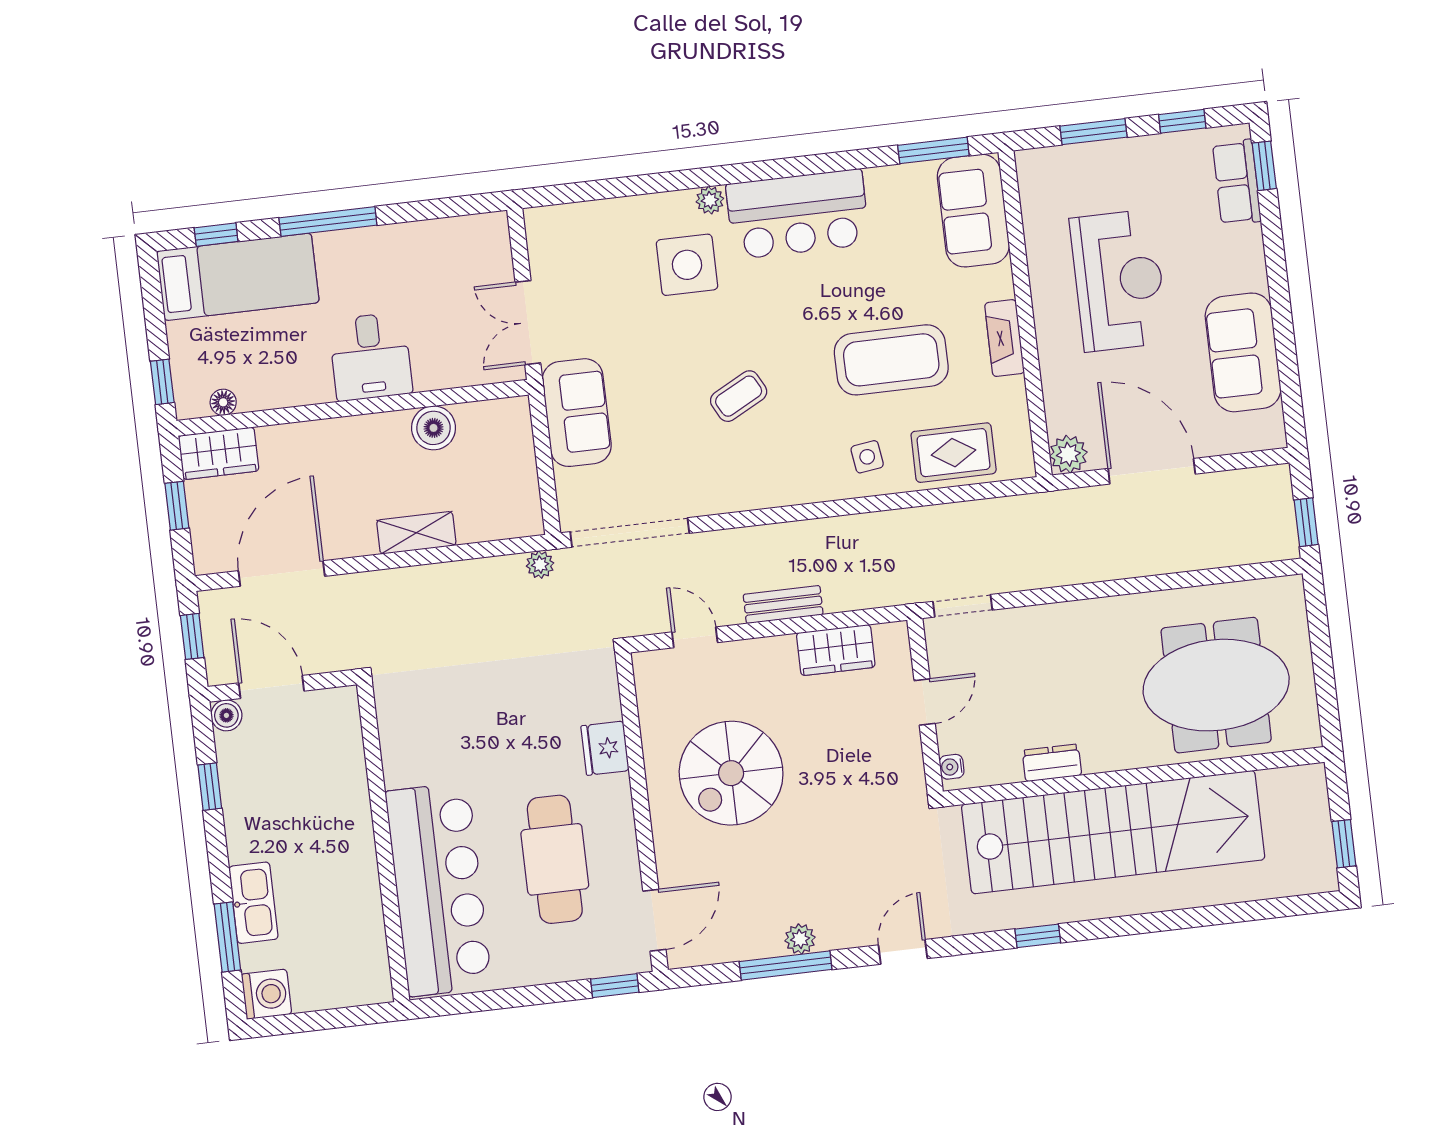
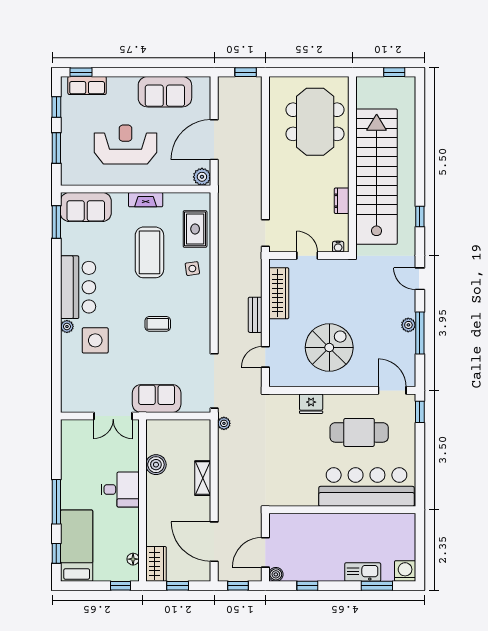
coffee table: (739, 396) -> (158, 324), turned -62
wardrobe: (836, 650) -> (279, 293), width x1.50
spiral stairs: (731, 773) -> (329, 348), turned -90

